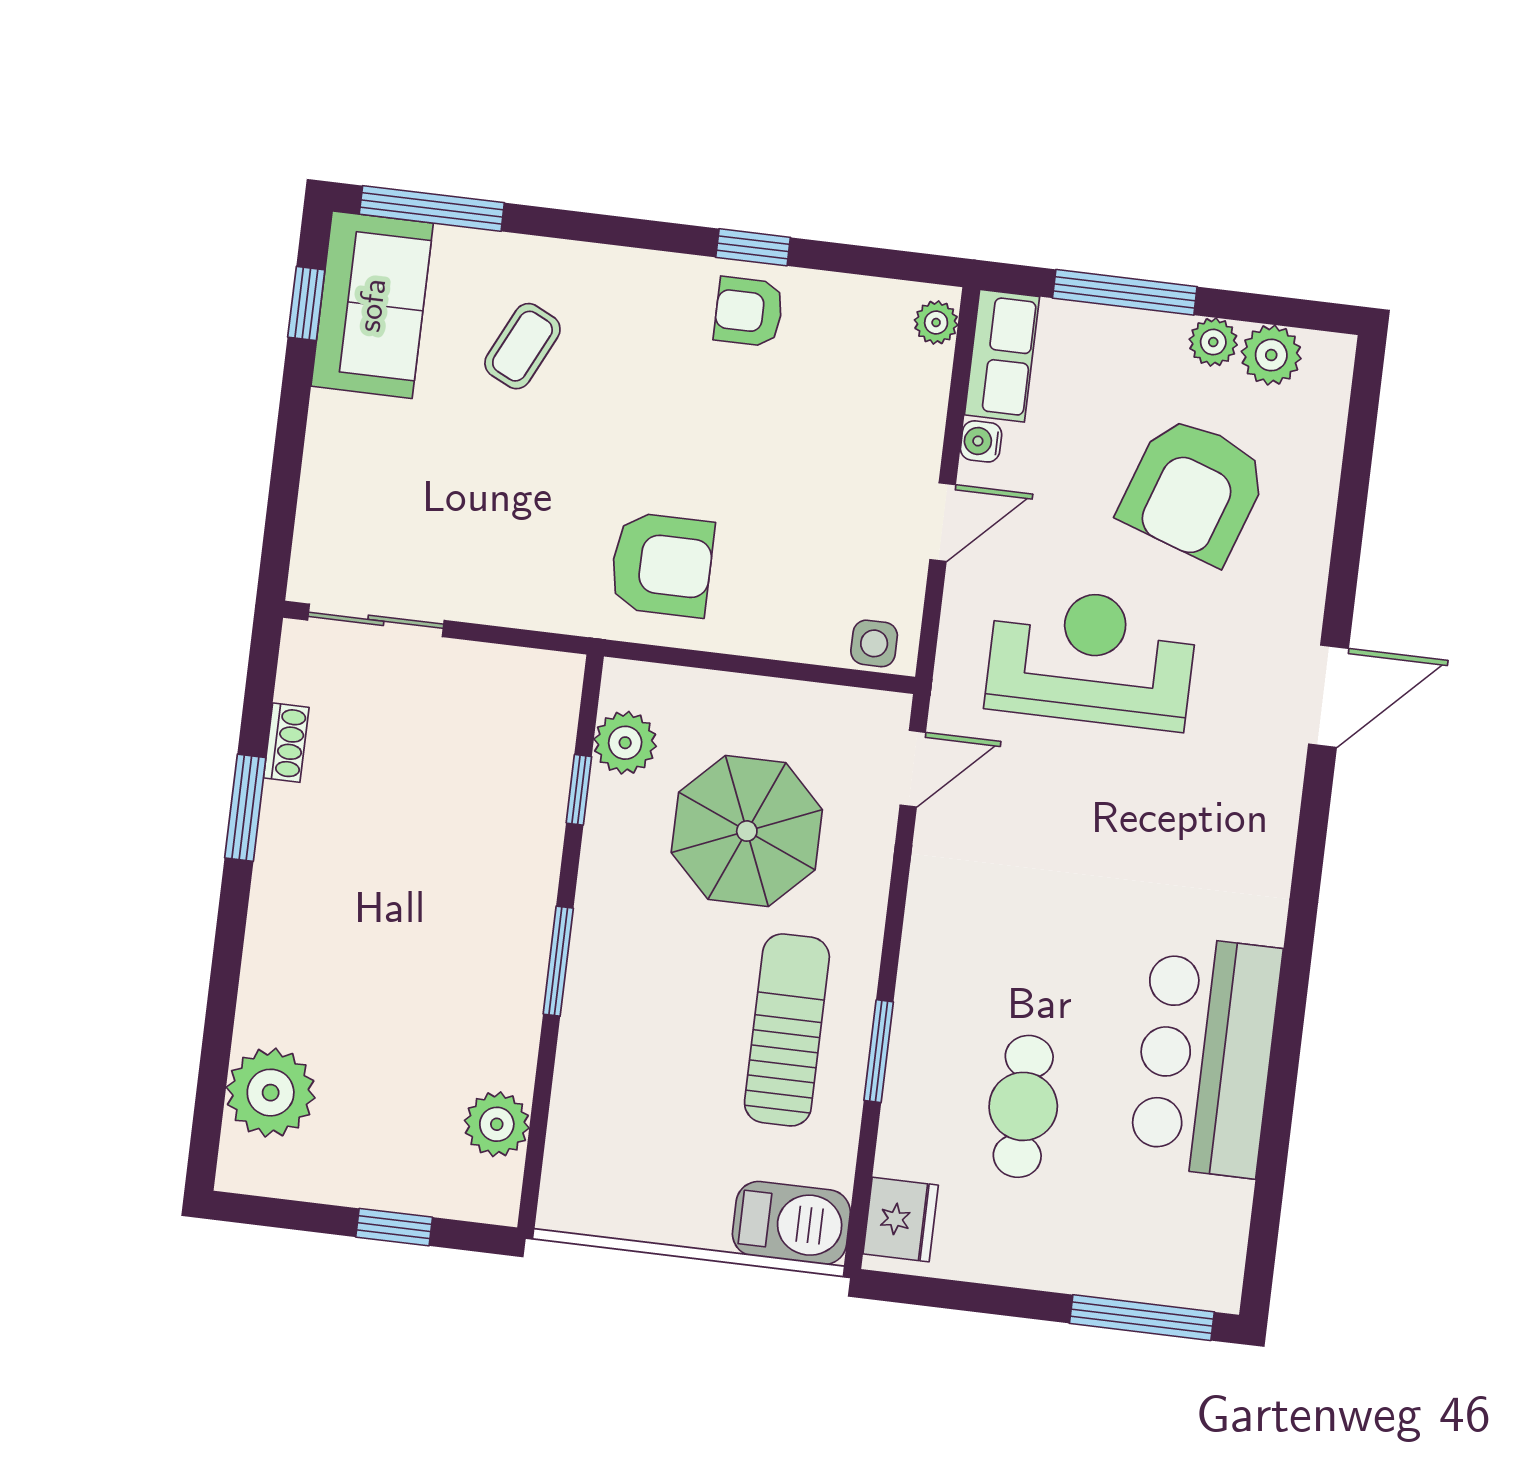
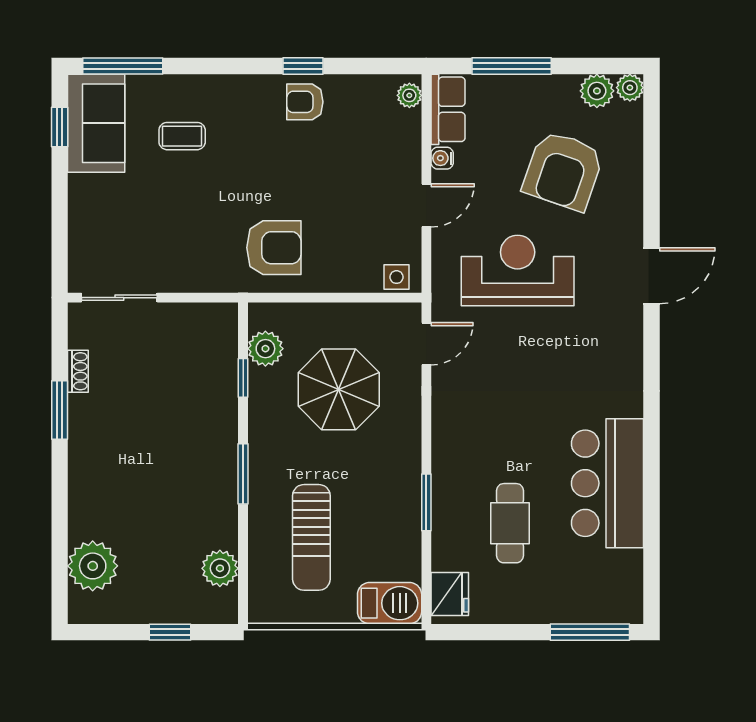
plant: (1213, 342) -> (630, 88), moved
coffee table: (522, 346) -> (182, 136), turned 64
sun lounger: (787, 1030) -> (311, 537), moved, turned 180

